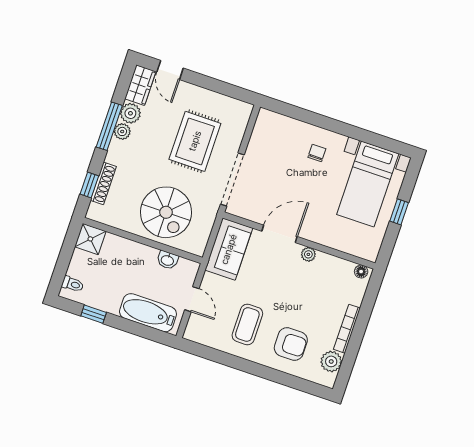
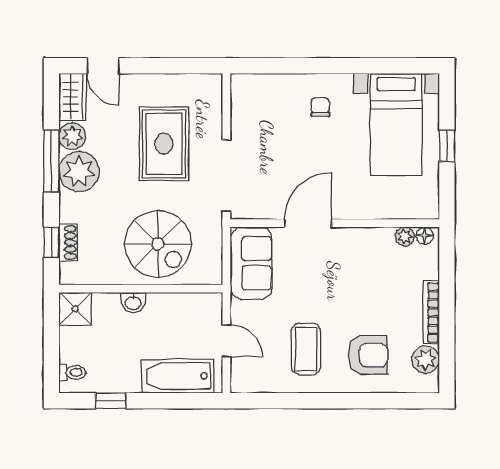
plant: (122, 131) -> (79, 172), width x1.88, depth x1.88
shoe rack: (103, 183) -> (68, 243), width x0.70
plant: (308, 254) -> (405, 236), moved
washbasin: (167, 260) -> (133, 303), moved

